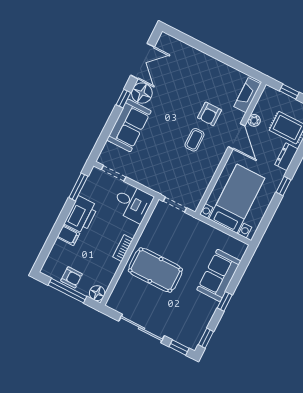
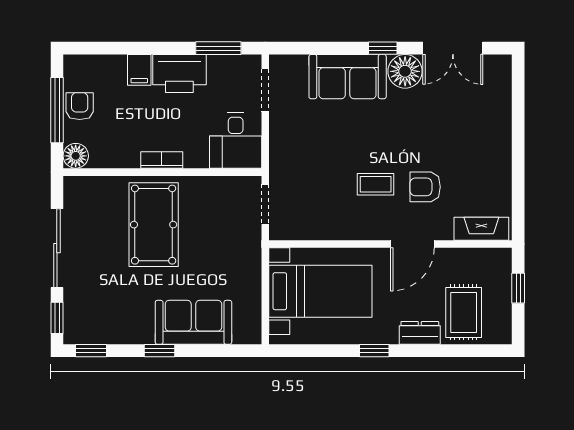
plant: (254, 120) -> (449, 258), removed
armchair: (72, 277) -> (80, 106), turned 180

